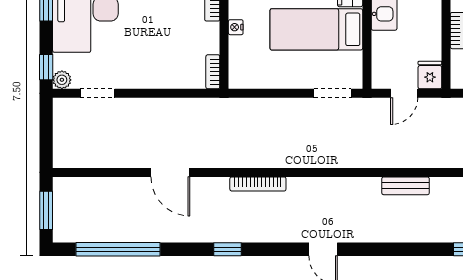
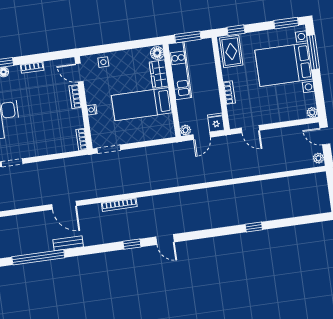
plant: (380, 80) -> (185, 130), added
doorway: (333, 93) -> (109, 149), moved
bench: (406, 186) -> (68, 243), moved
window: (227, 249) -> (132, 244), moved

